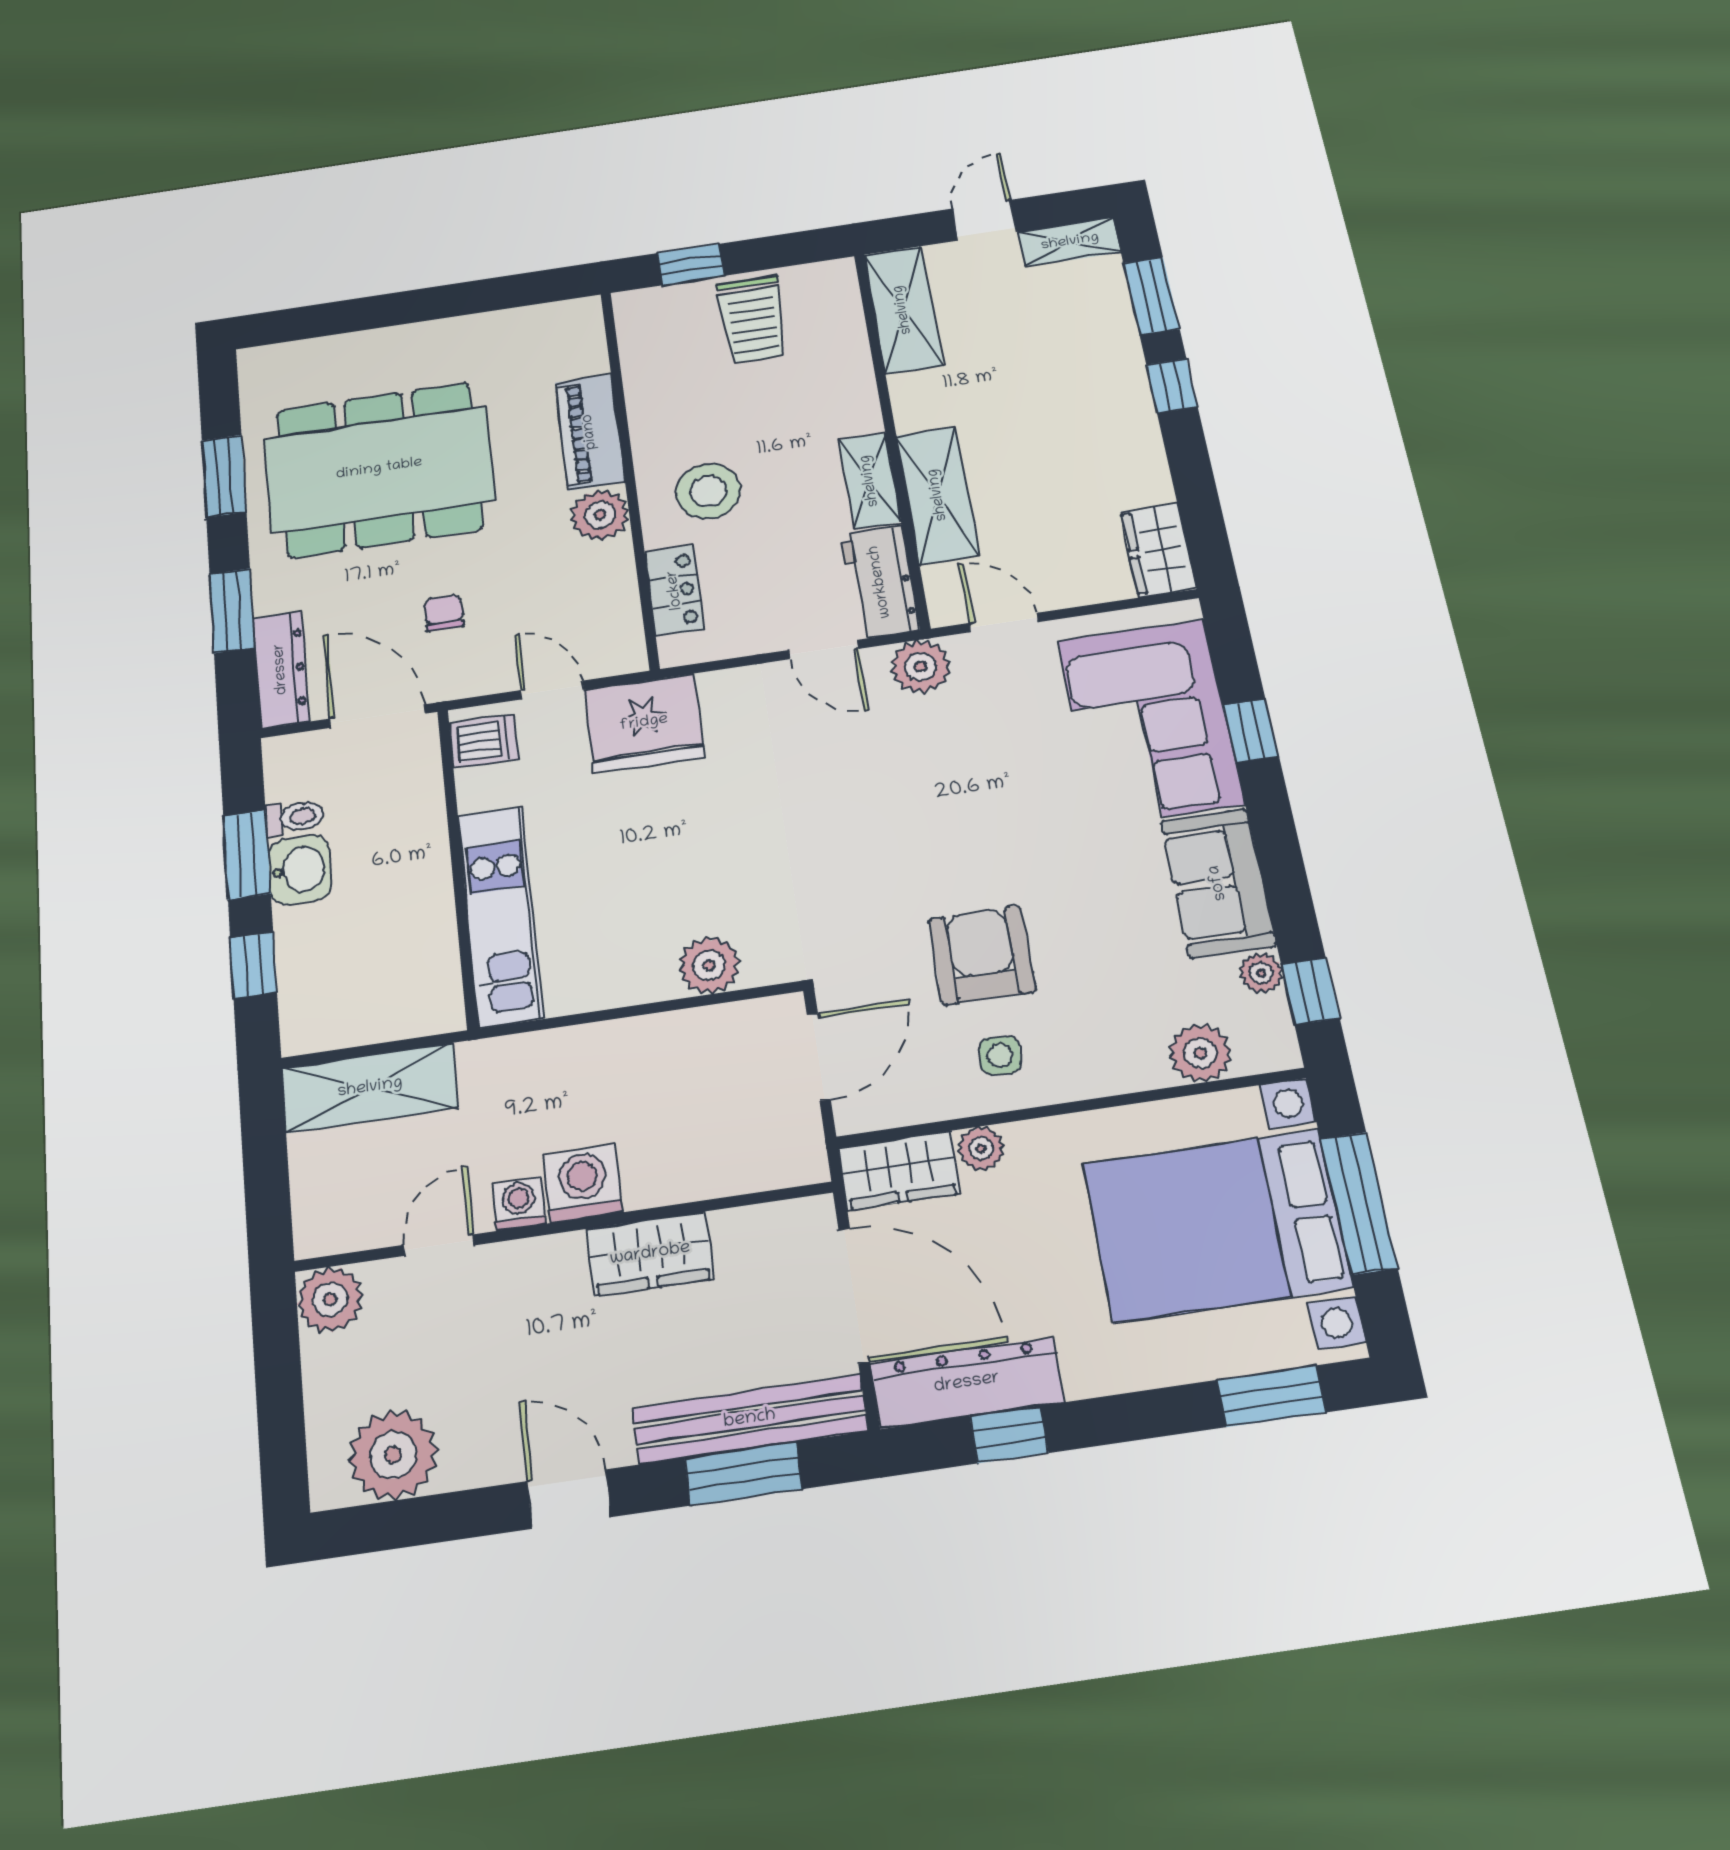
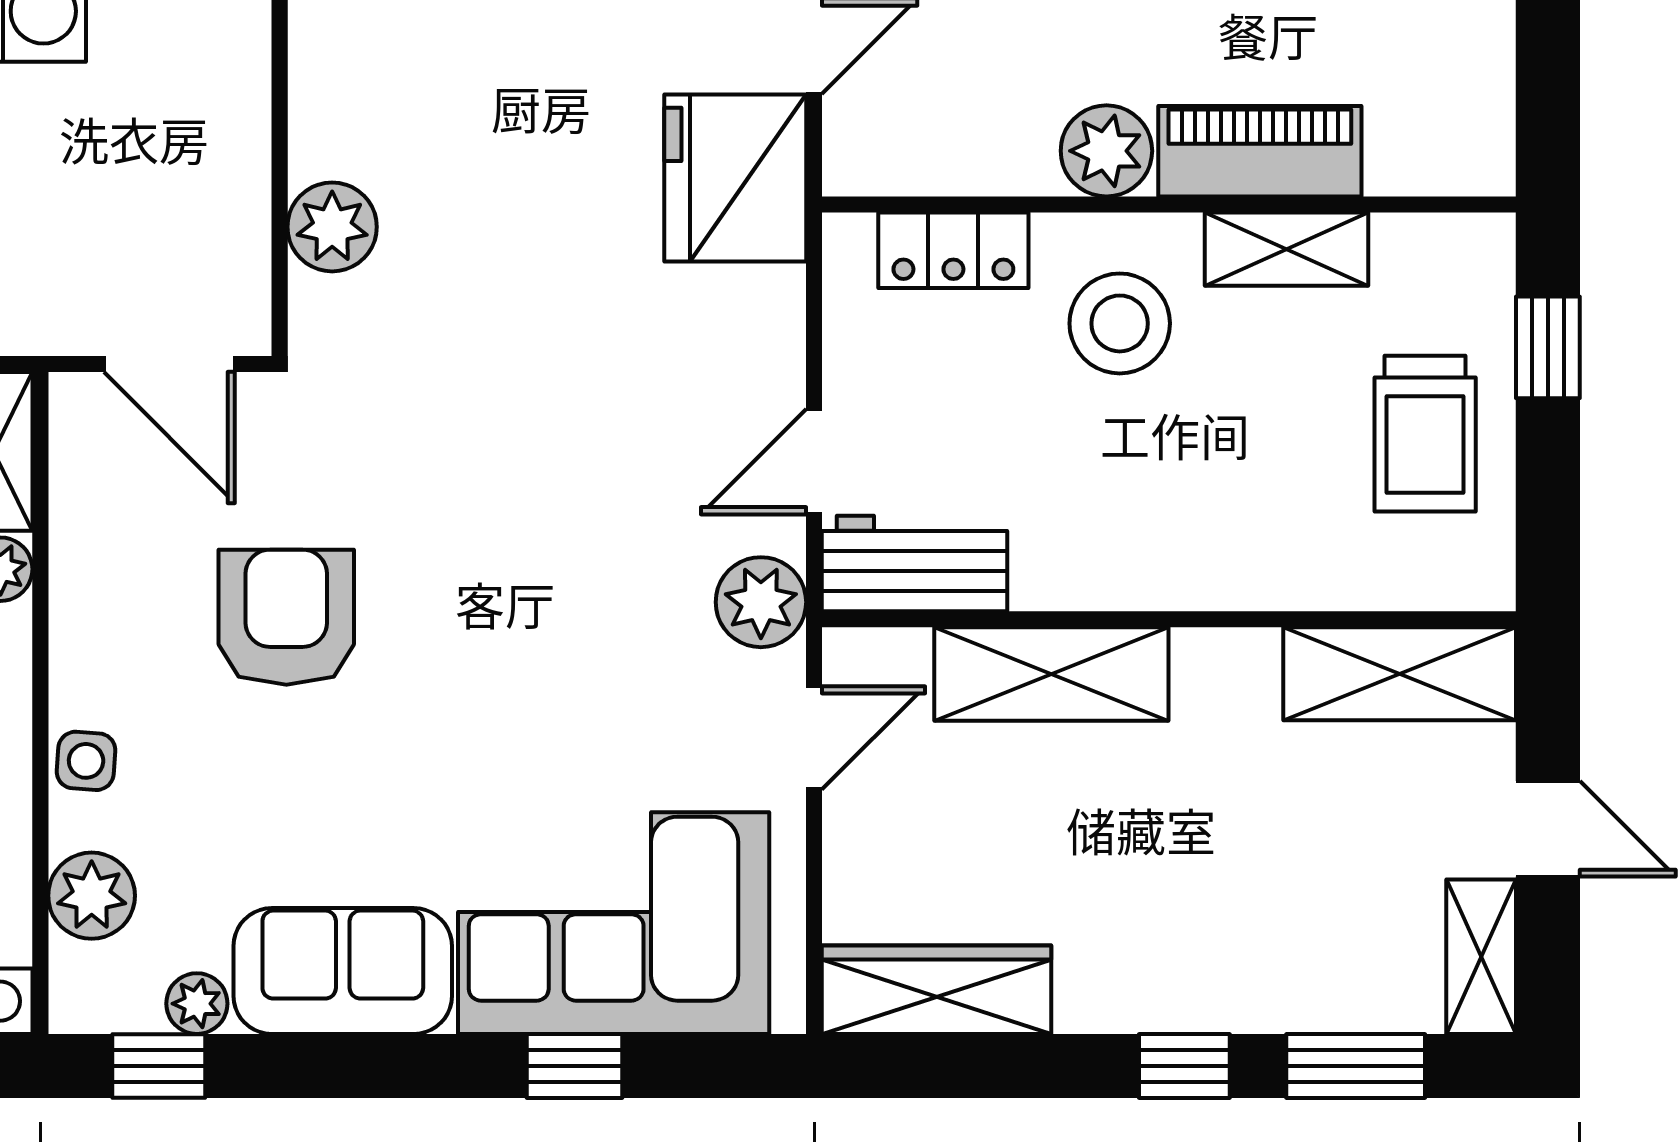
trolley: (753, 319) -> (1425, 434), turned -90
shelving: (870, 481) -> (1286, 249), moved
wardrobe: (1158, 550) -> (937, 990), width x1.50
armchair: (982, 955) -> (286, 617), turned -90
side table: (1000, 1056) -> (86, 761), moved

